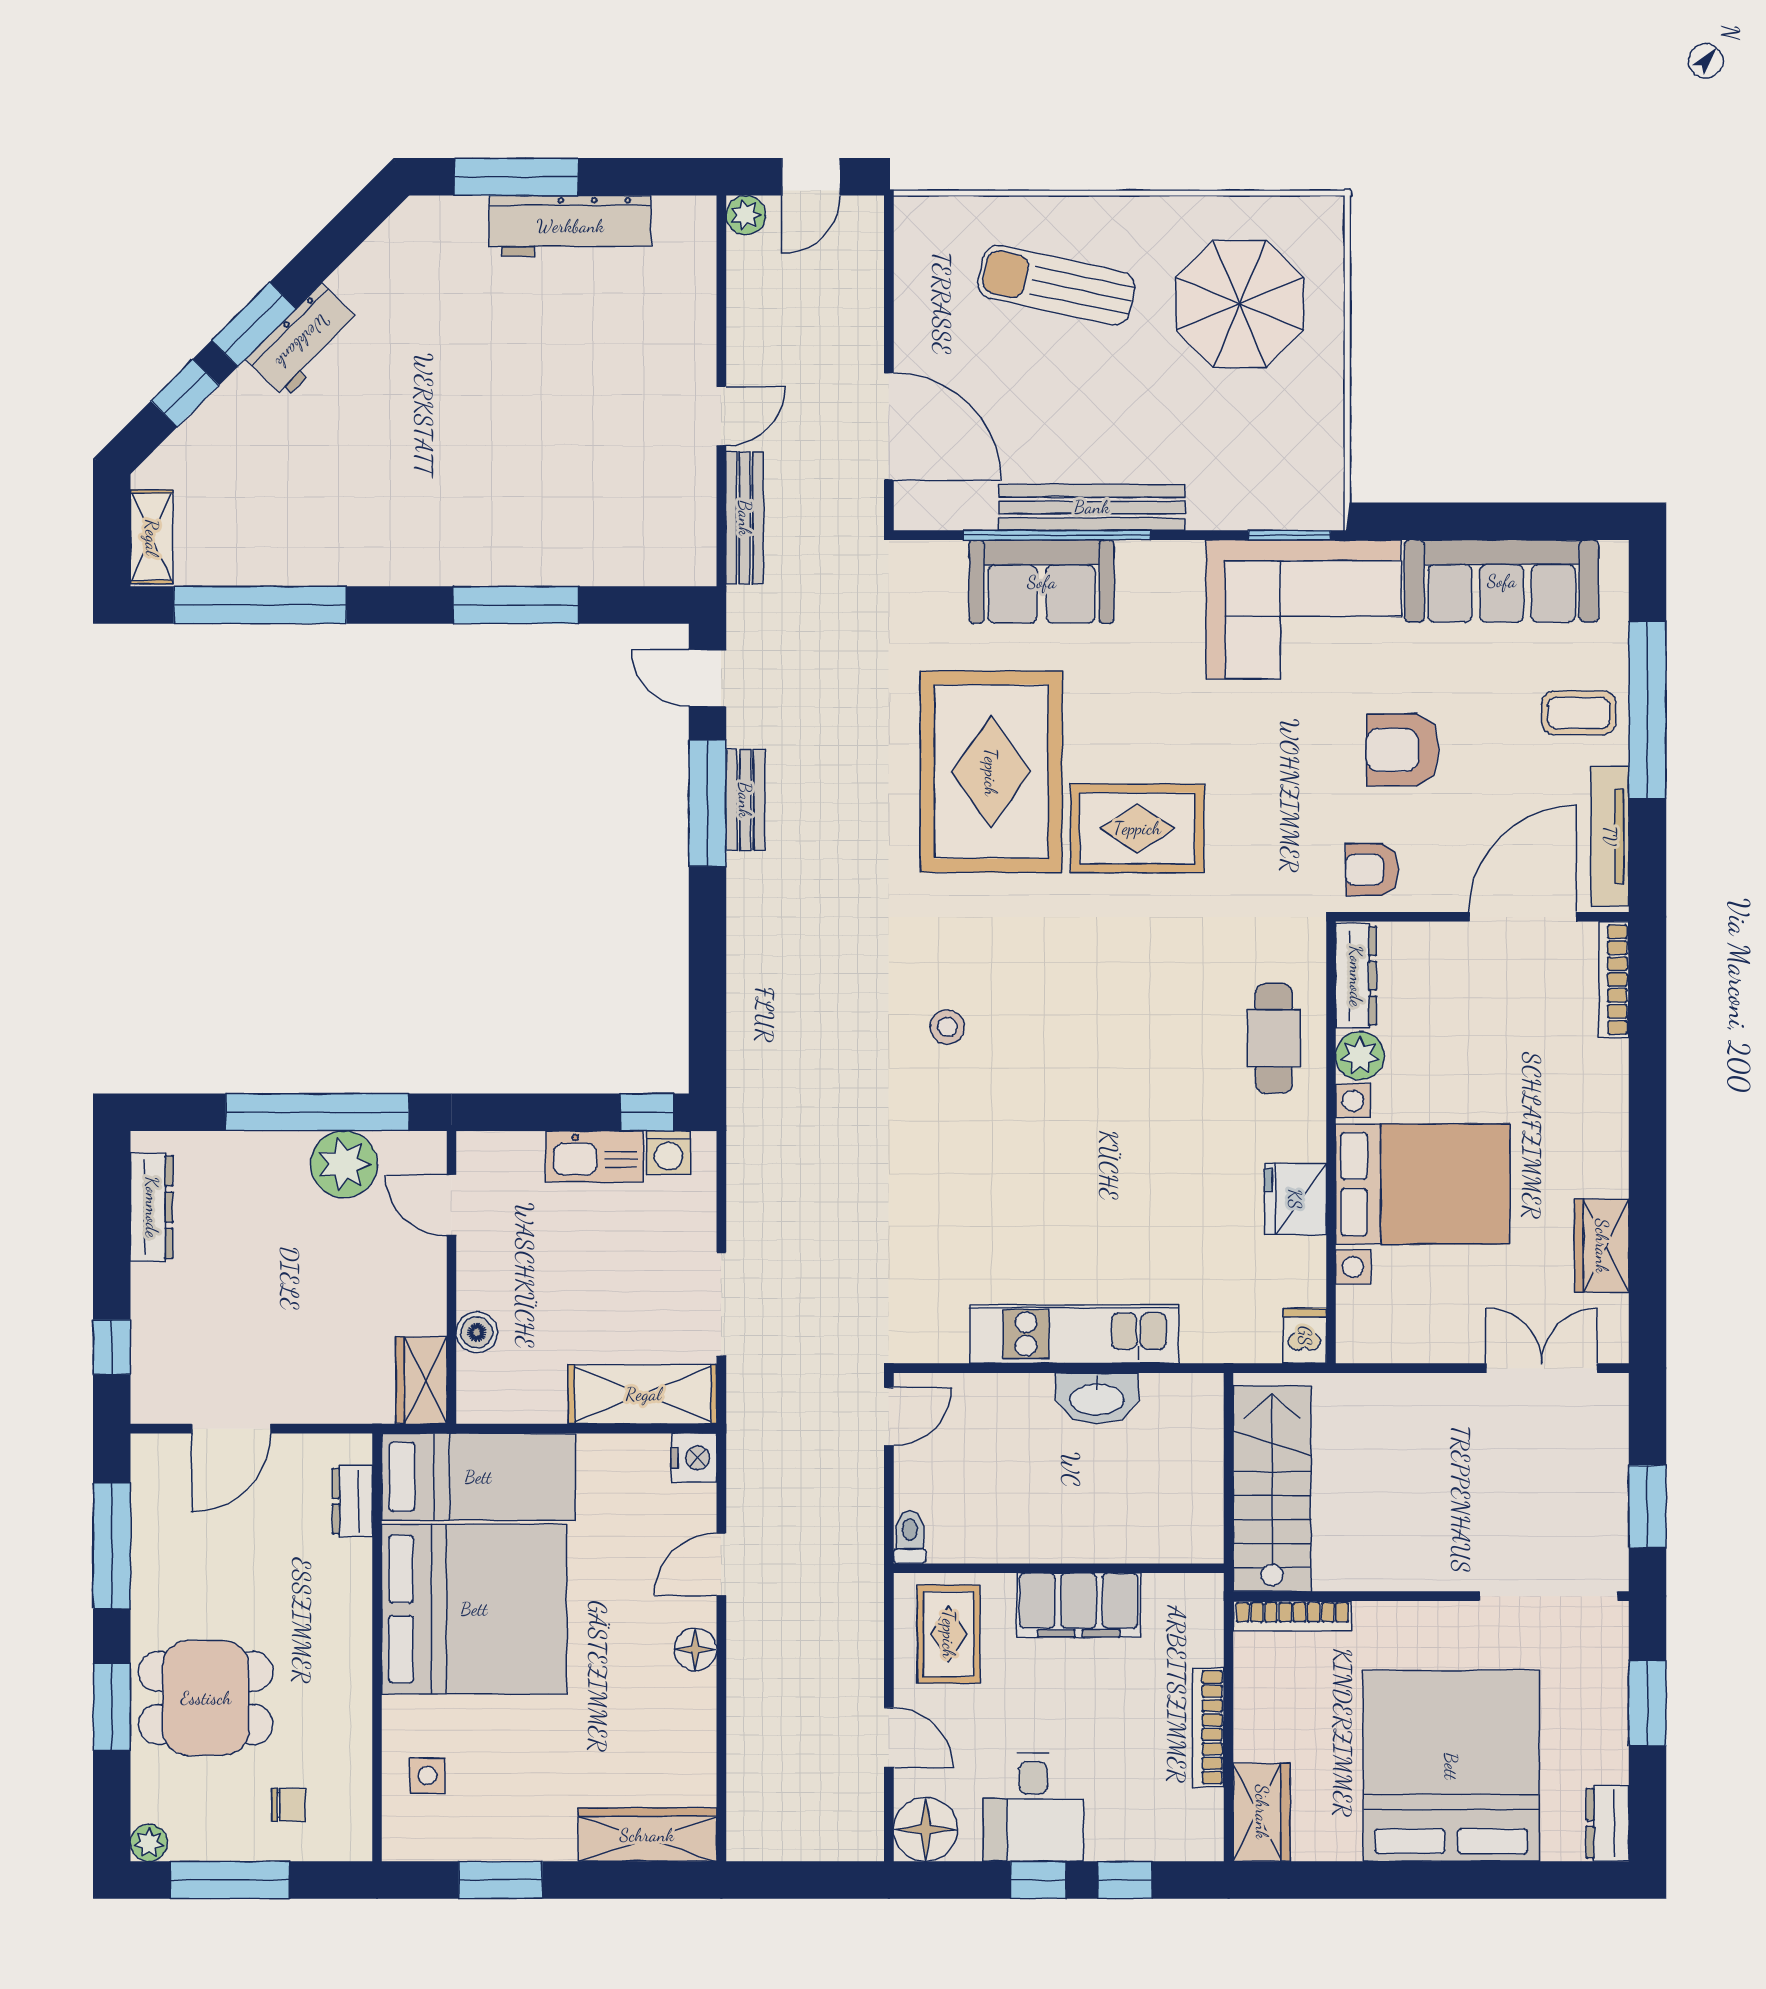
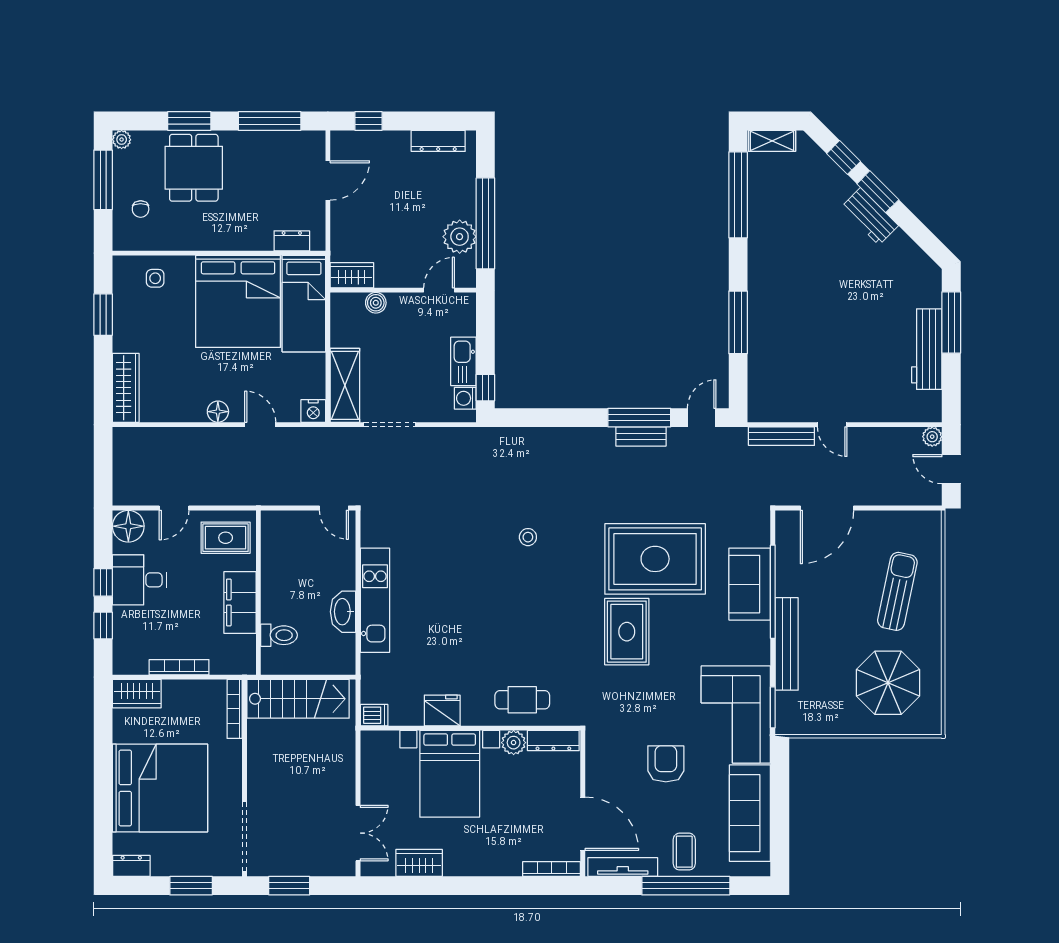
bench: (1092, 507) -> (787, 644), moved
armchair: (1372, 870) -> (606, 749), removed
door: (231, 1429) -> (328, 180), swing flipped
toilet: (910, 1537) -> (279, 635), moved, width x1.37, depth x1.39

